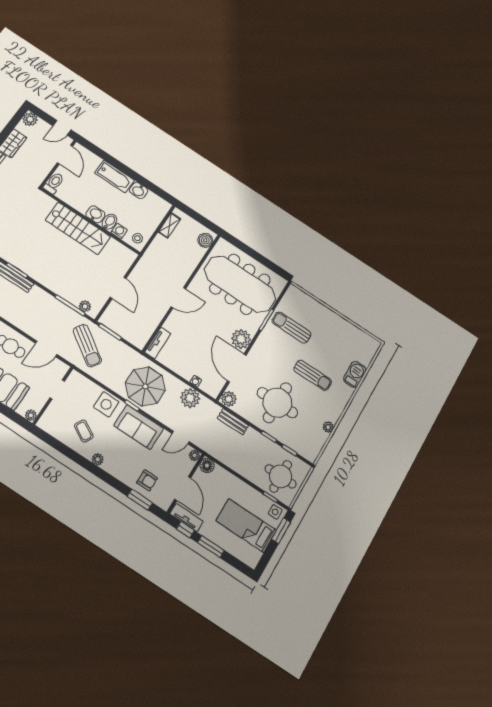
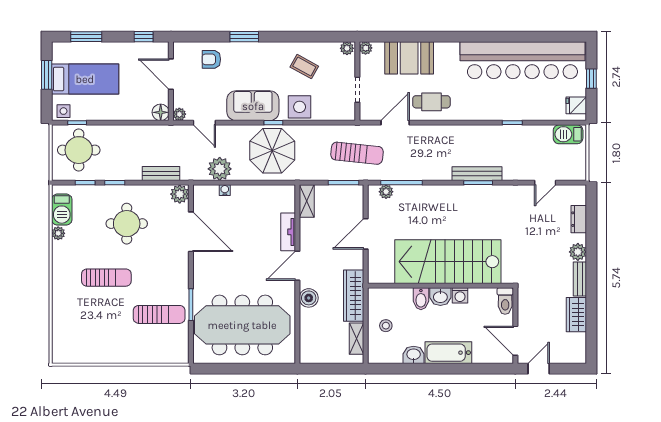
plant: (30, 119) -> (577, 354), removed
stairs: (78, 228) -> (448, 262), width x1.36, depth x1.51
washing machine: (119, 231) -> (460, 295), moved
stool: (137, 238) -> (386, 326), moved
boiler: (205, 240) -> (309, 298), moved
wardrobe: (153, 253) -> (354, 296), added
door: (118, 288) -> (366, 234), hinge flipped
shelving: (144, 336) -> (307, 201), added
plant: (241, 339) -> (205, 266), removed
tv unit: (158, 343) -> (288, 232), moved
sun lounger: (87, 346) -> (357, 153), turned 152
barbecue: (355, 374) -> (62, 210), moved
sun lounger: (313, 375) -> (106, 278), turned 180
round table: (277, 403) -> (127, 224), width x0.73, depth x0.73
door: (181, 438) -> (204, 123), swing flipped
plant: (98, 459) -> (347, 48), moved
window: (140, 500) -> (244, 37), moved
tv unit: (186, 518) -> (150, 49), removed
window: (281, 531) -> (47, 75), moved
window: (211, 547) -> (86, 37), moved

